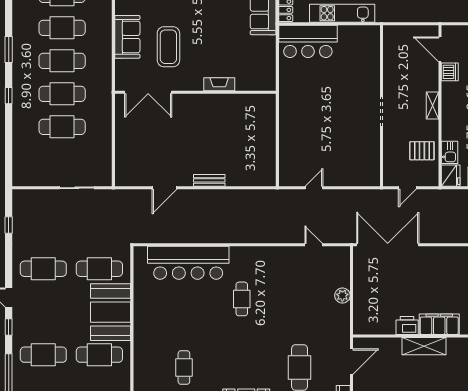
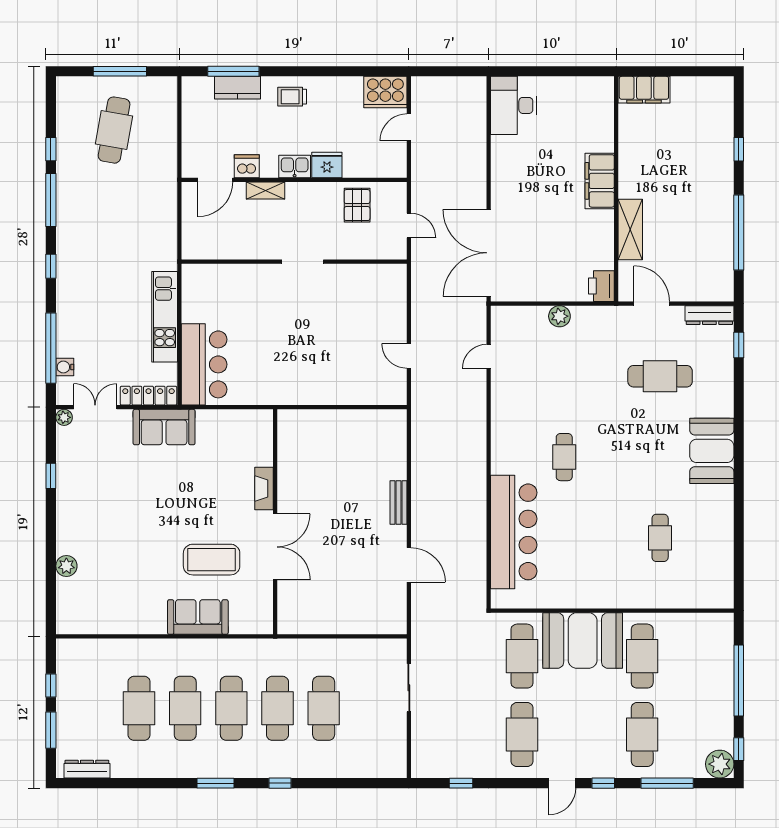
double door: (148, 92) -> (275, 547), moved
shelving: (432, 106) -> (265, 190), moved
kitchen sink: (450, 152) -> (295, 166), moved
fridge: (451, 176) -> (327, 165), moved
cafe table: (242, 299) -> (564, 457), turned 90
printer: (407, 325) -> (601, 286), moved
shelving: (424, 346) -> (630, 229), moved
cafe table: (184, 367) -> (660, 538), turned 90

